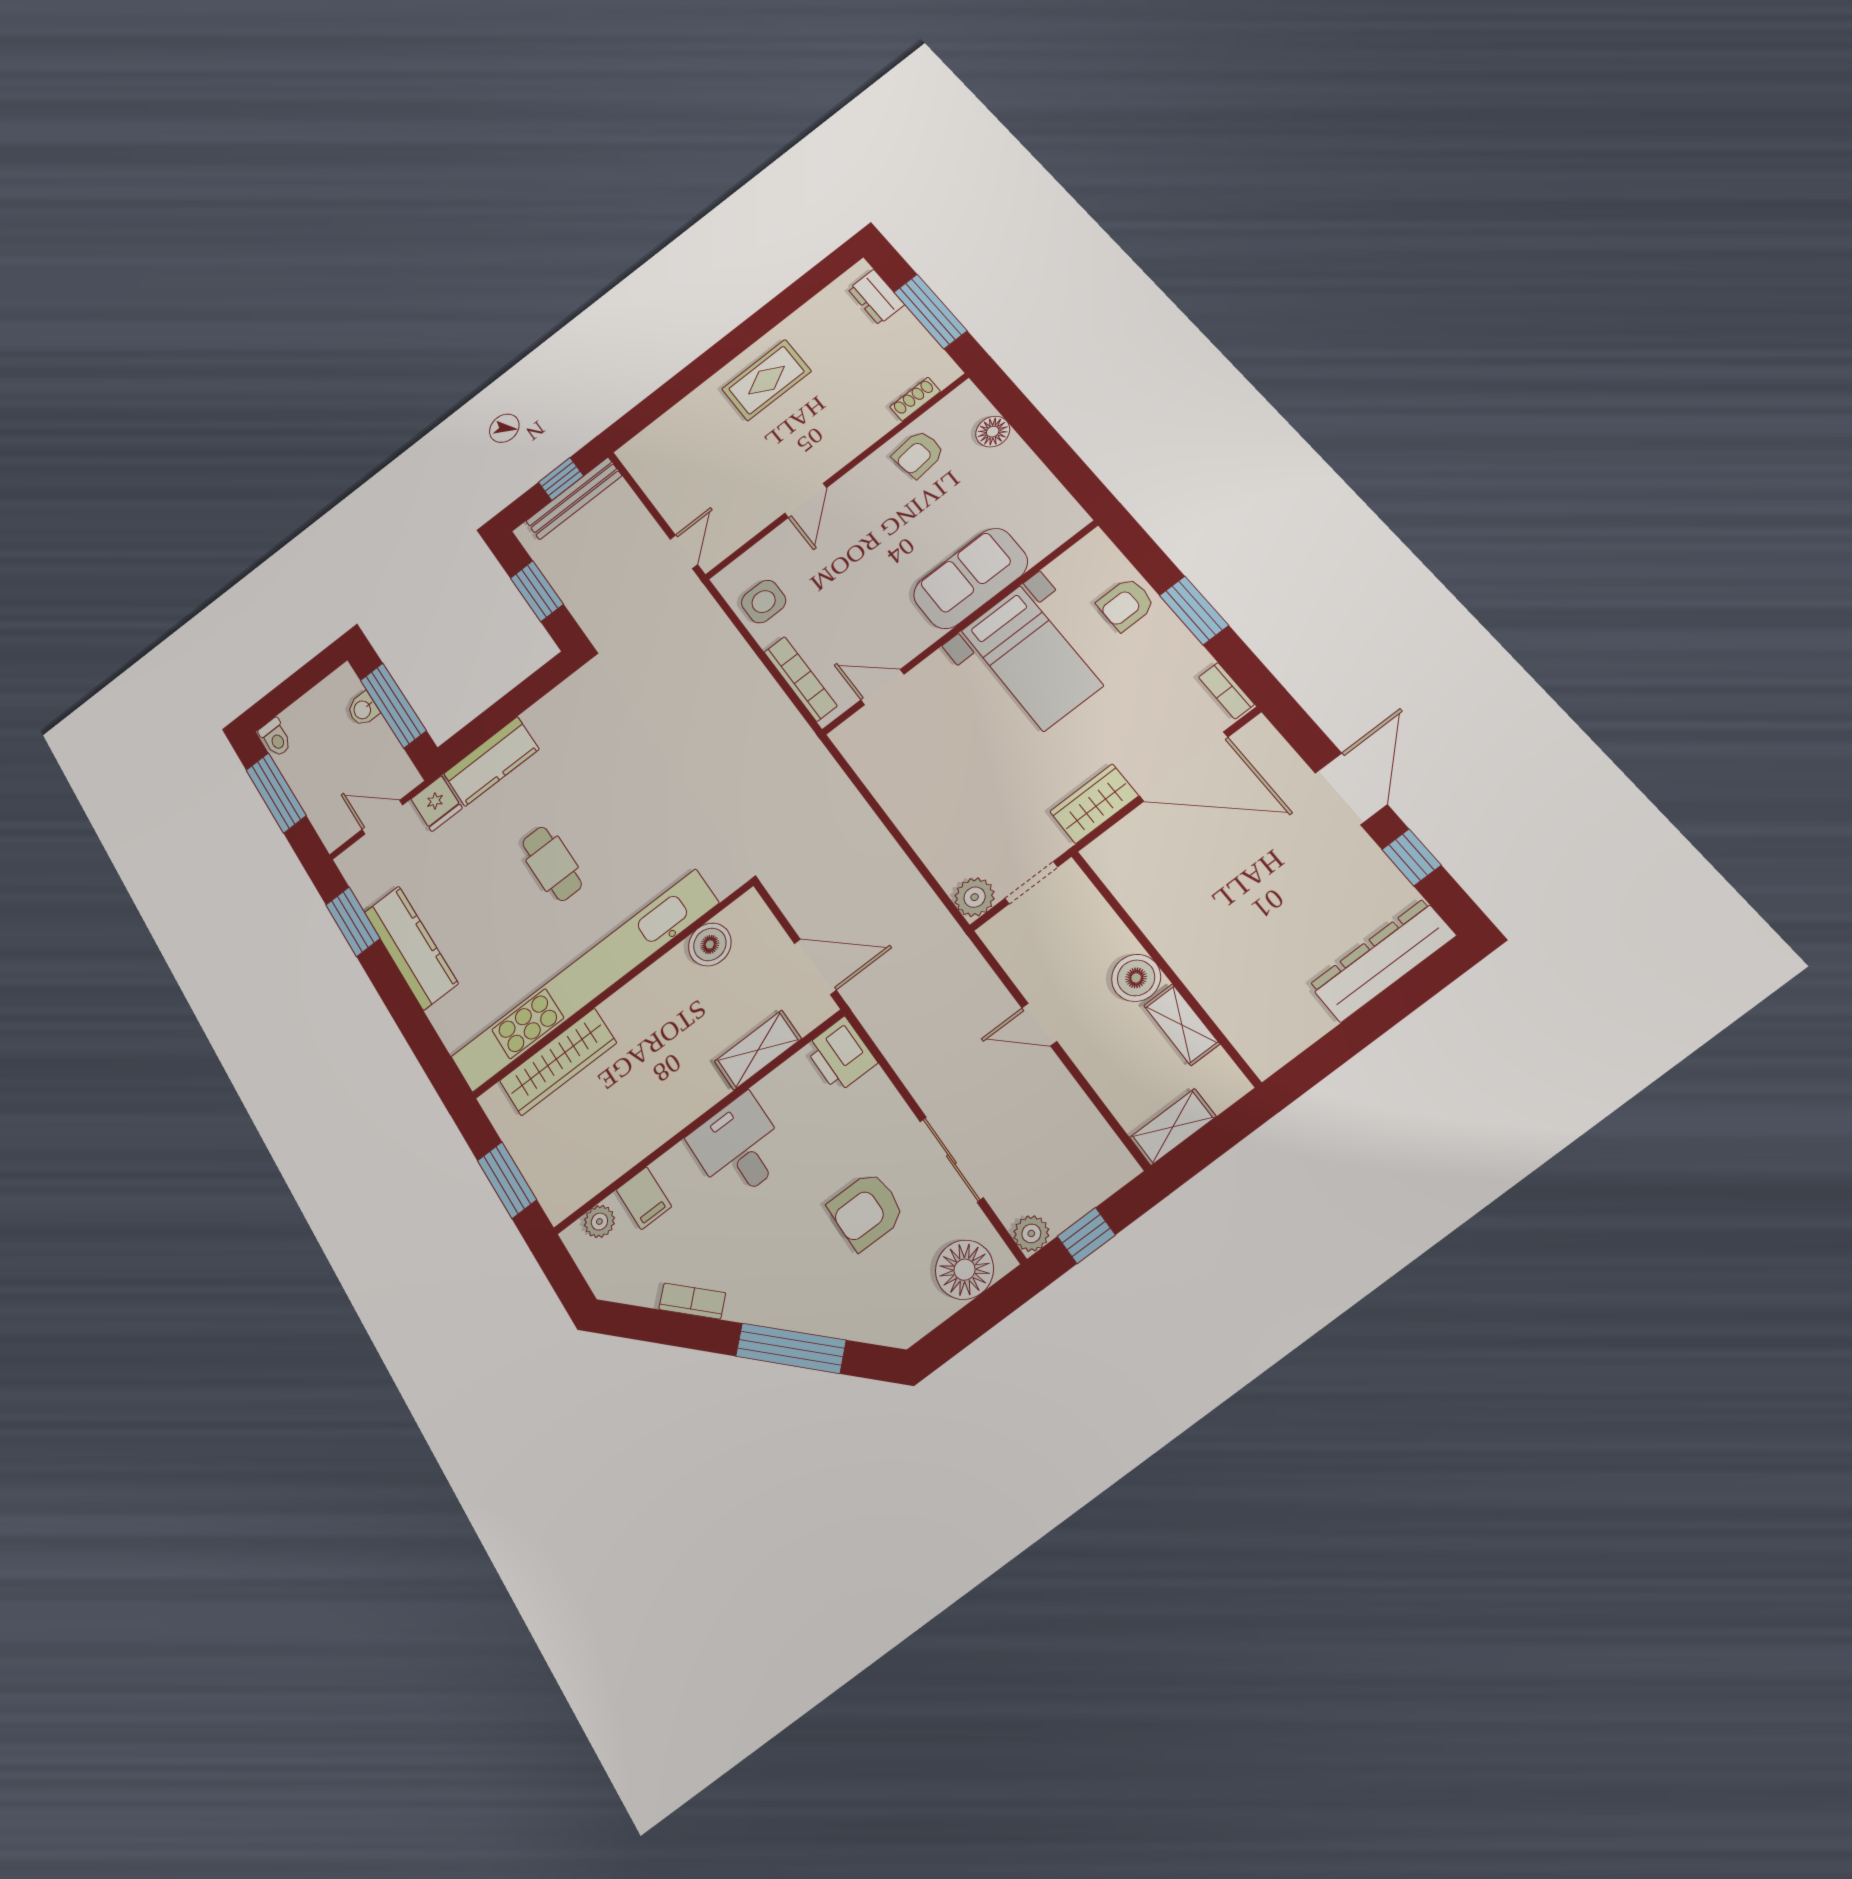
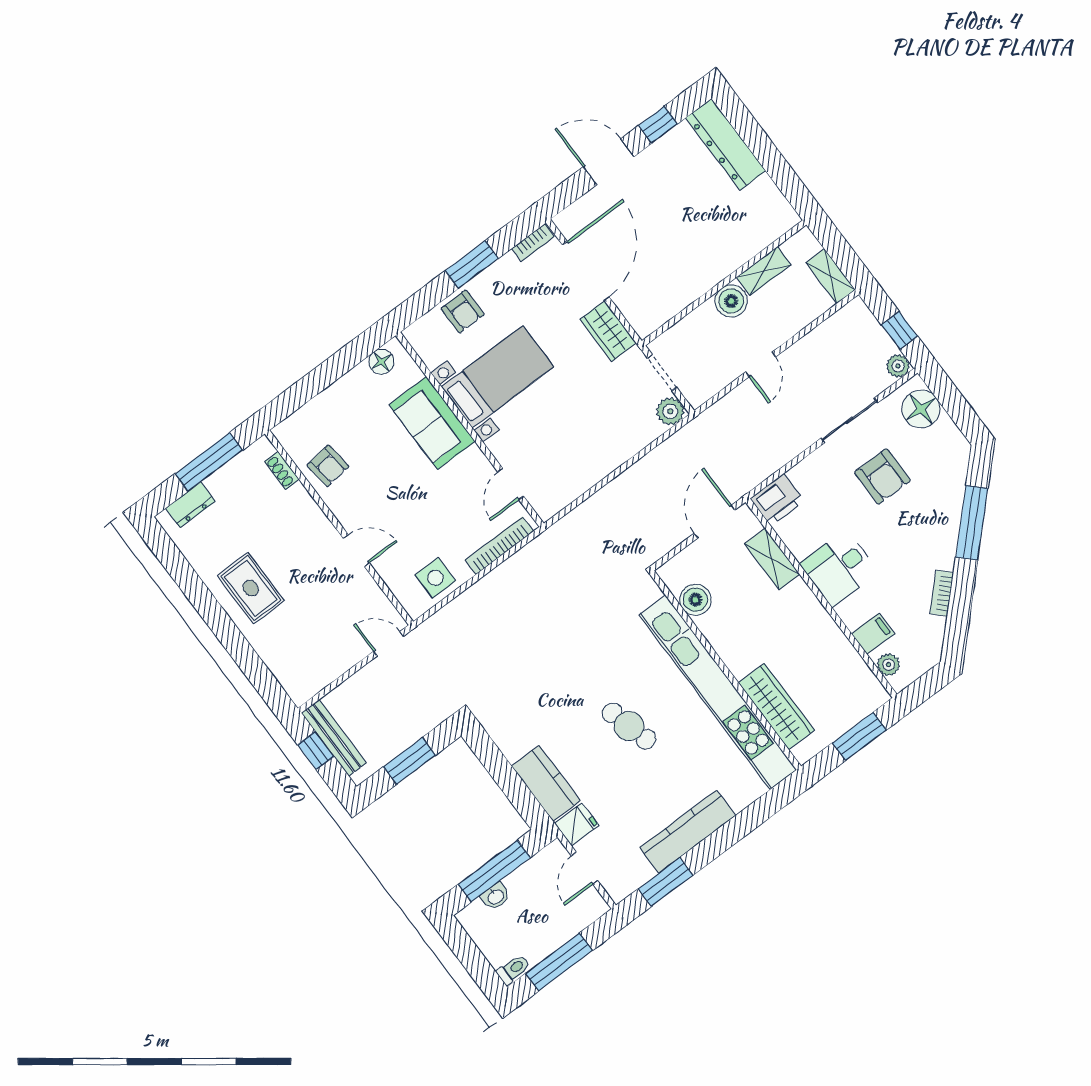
floor lamp: (993, 432) -> (381, 362), moved
cafe table: (552, 864) -> (629, 726), turned 75

